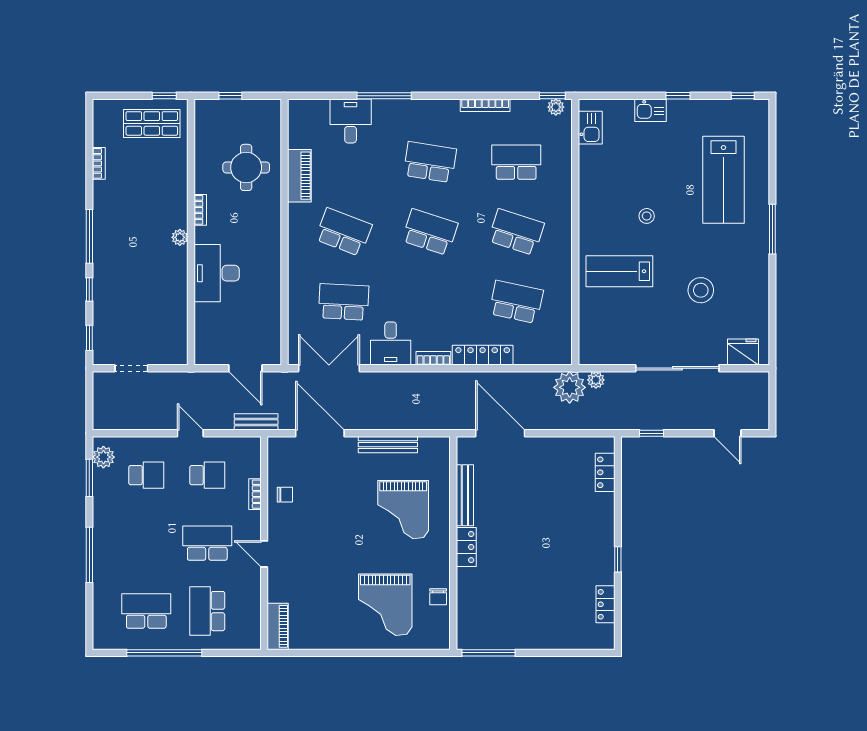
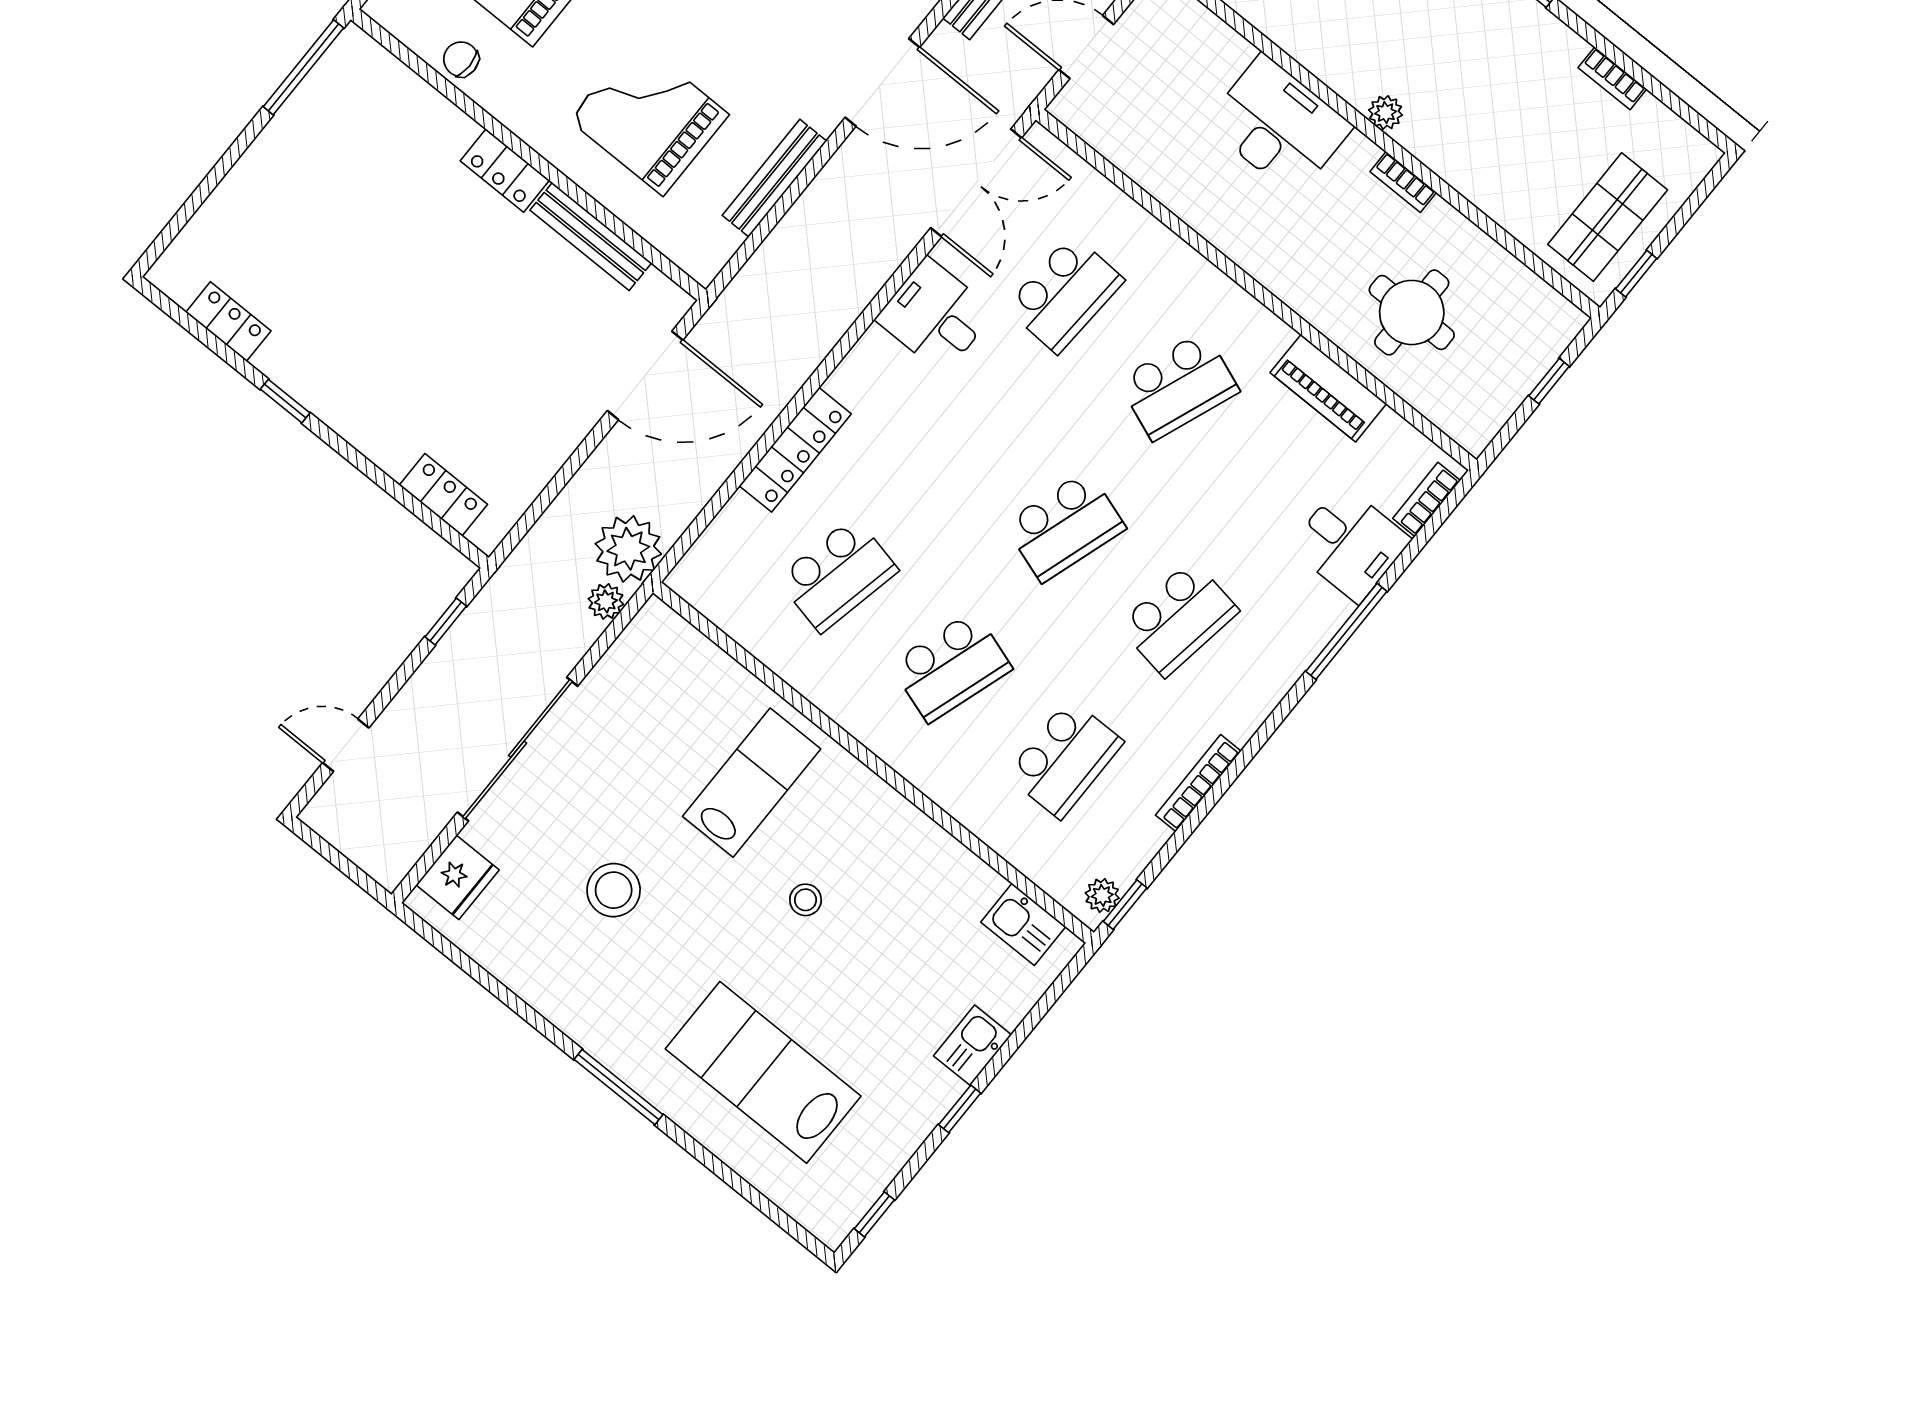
bookcase: (433, 358) -> (1426, 499), moved, turned 180

